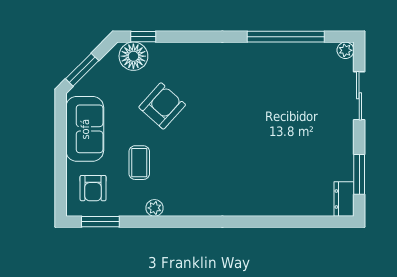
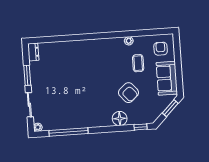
floor lamp: (133, 56) -> (120, 118), moved
armchair: (162, 106) -> (128, 93), turned -83
window: (359, 174) -> (27, 75), moved
window: (100, 222) -> (156, 32), removed

